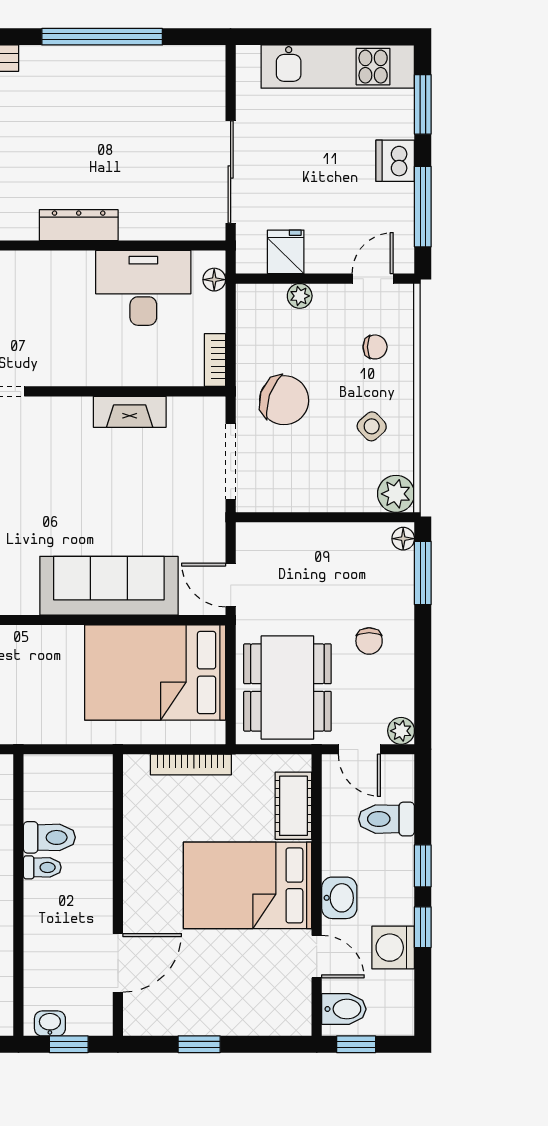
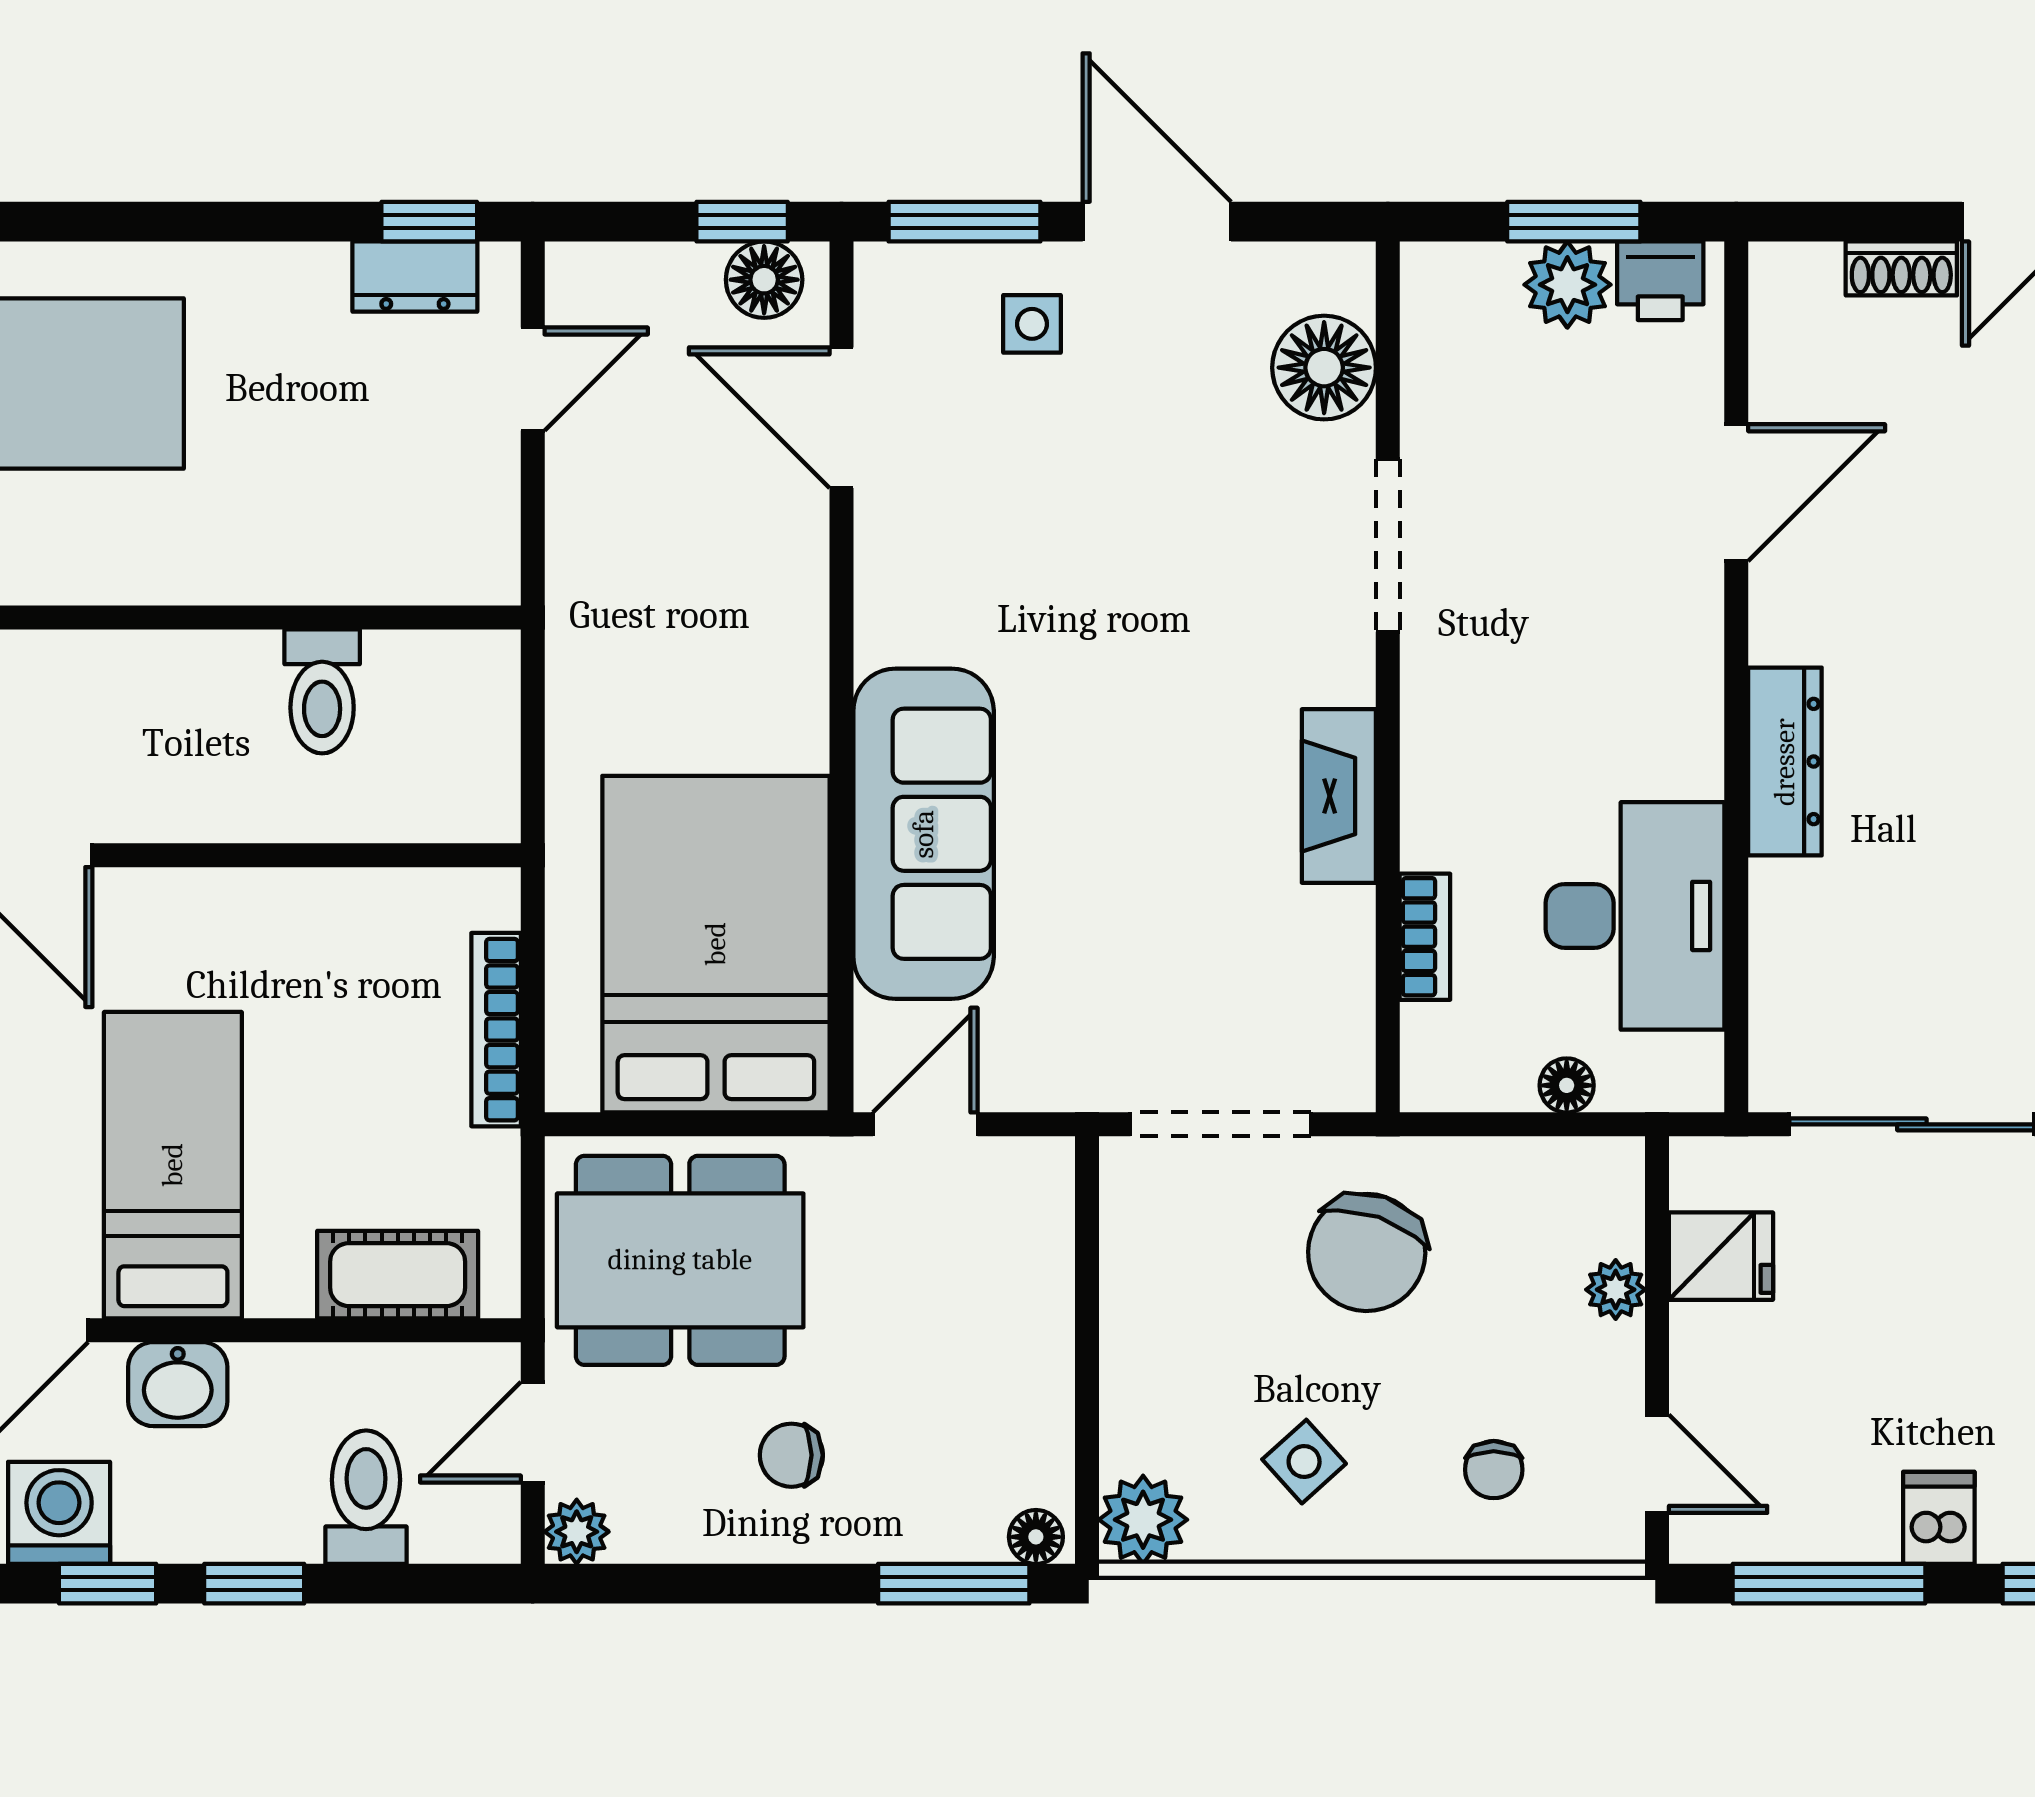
dishwasher: (395, 161) -> (1939, 1518), width x0.73
floor lamp: (214, 280) -> (1567, 1085), moved
bookcase: (215, 360) -> (1425, 937), moved, turned 90
fireplace: (130, 412) -> (1339, 796), moved
toilet: (42, 867) -> (250, 675), removed
bed: (248, 885) -> (173, 1165), width x0.67

